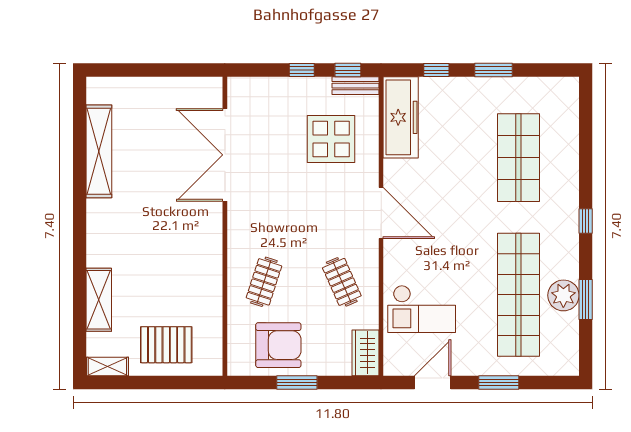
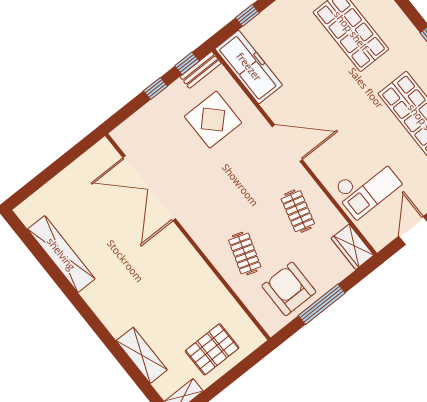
clothes rail: (342, 282) -> (298, 211), turned 39
armchair: (278, 345) -> (289, 289), turned -90
window: (297, 382) -> (322, 304), width x1.44

